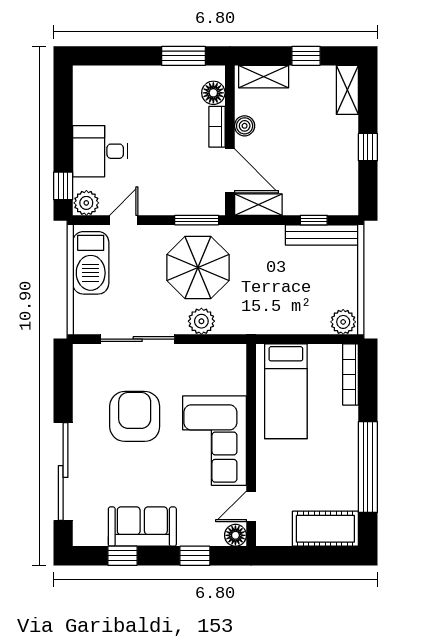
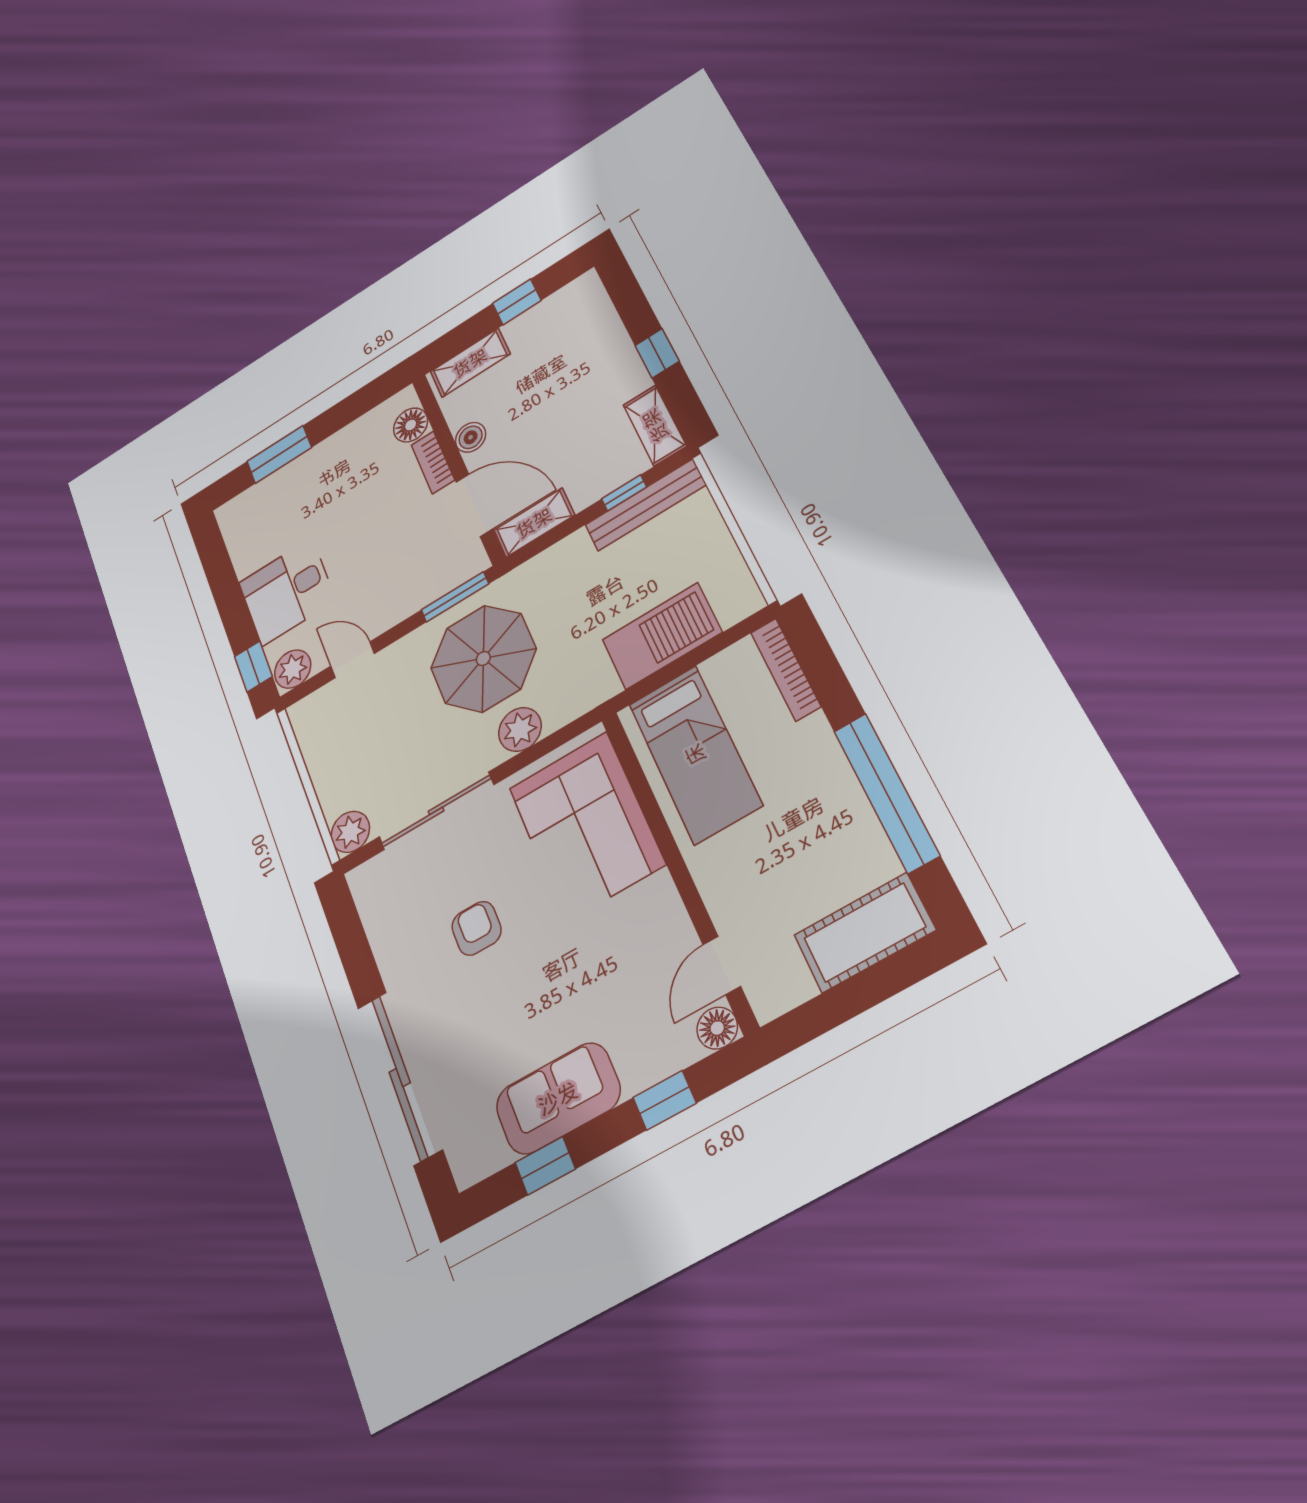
window: (183, 56) -> (279, 454), moved
shelving: (347, 90) -> (655, 426), moved
door: (124, 220) -> (353, 660), hinge flipped
barbecue: (91, 263) -> (662, 636), moved, turned -90
plant: (343, 322) -> (350, 832), moved
armchair: (135, 416) -> (477, 928), width x0.53, depth x0.53
corner sofa: (215, 441) -> (586, 826), moved

